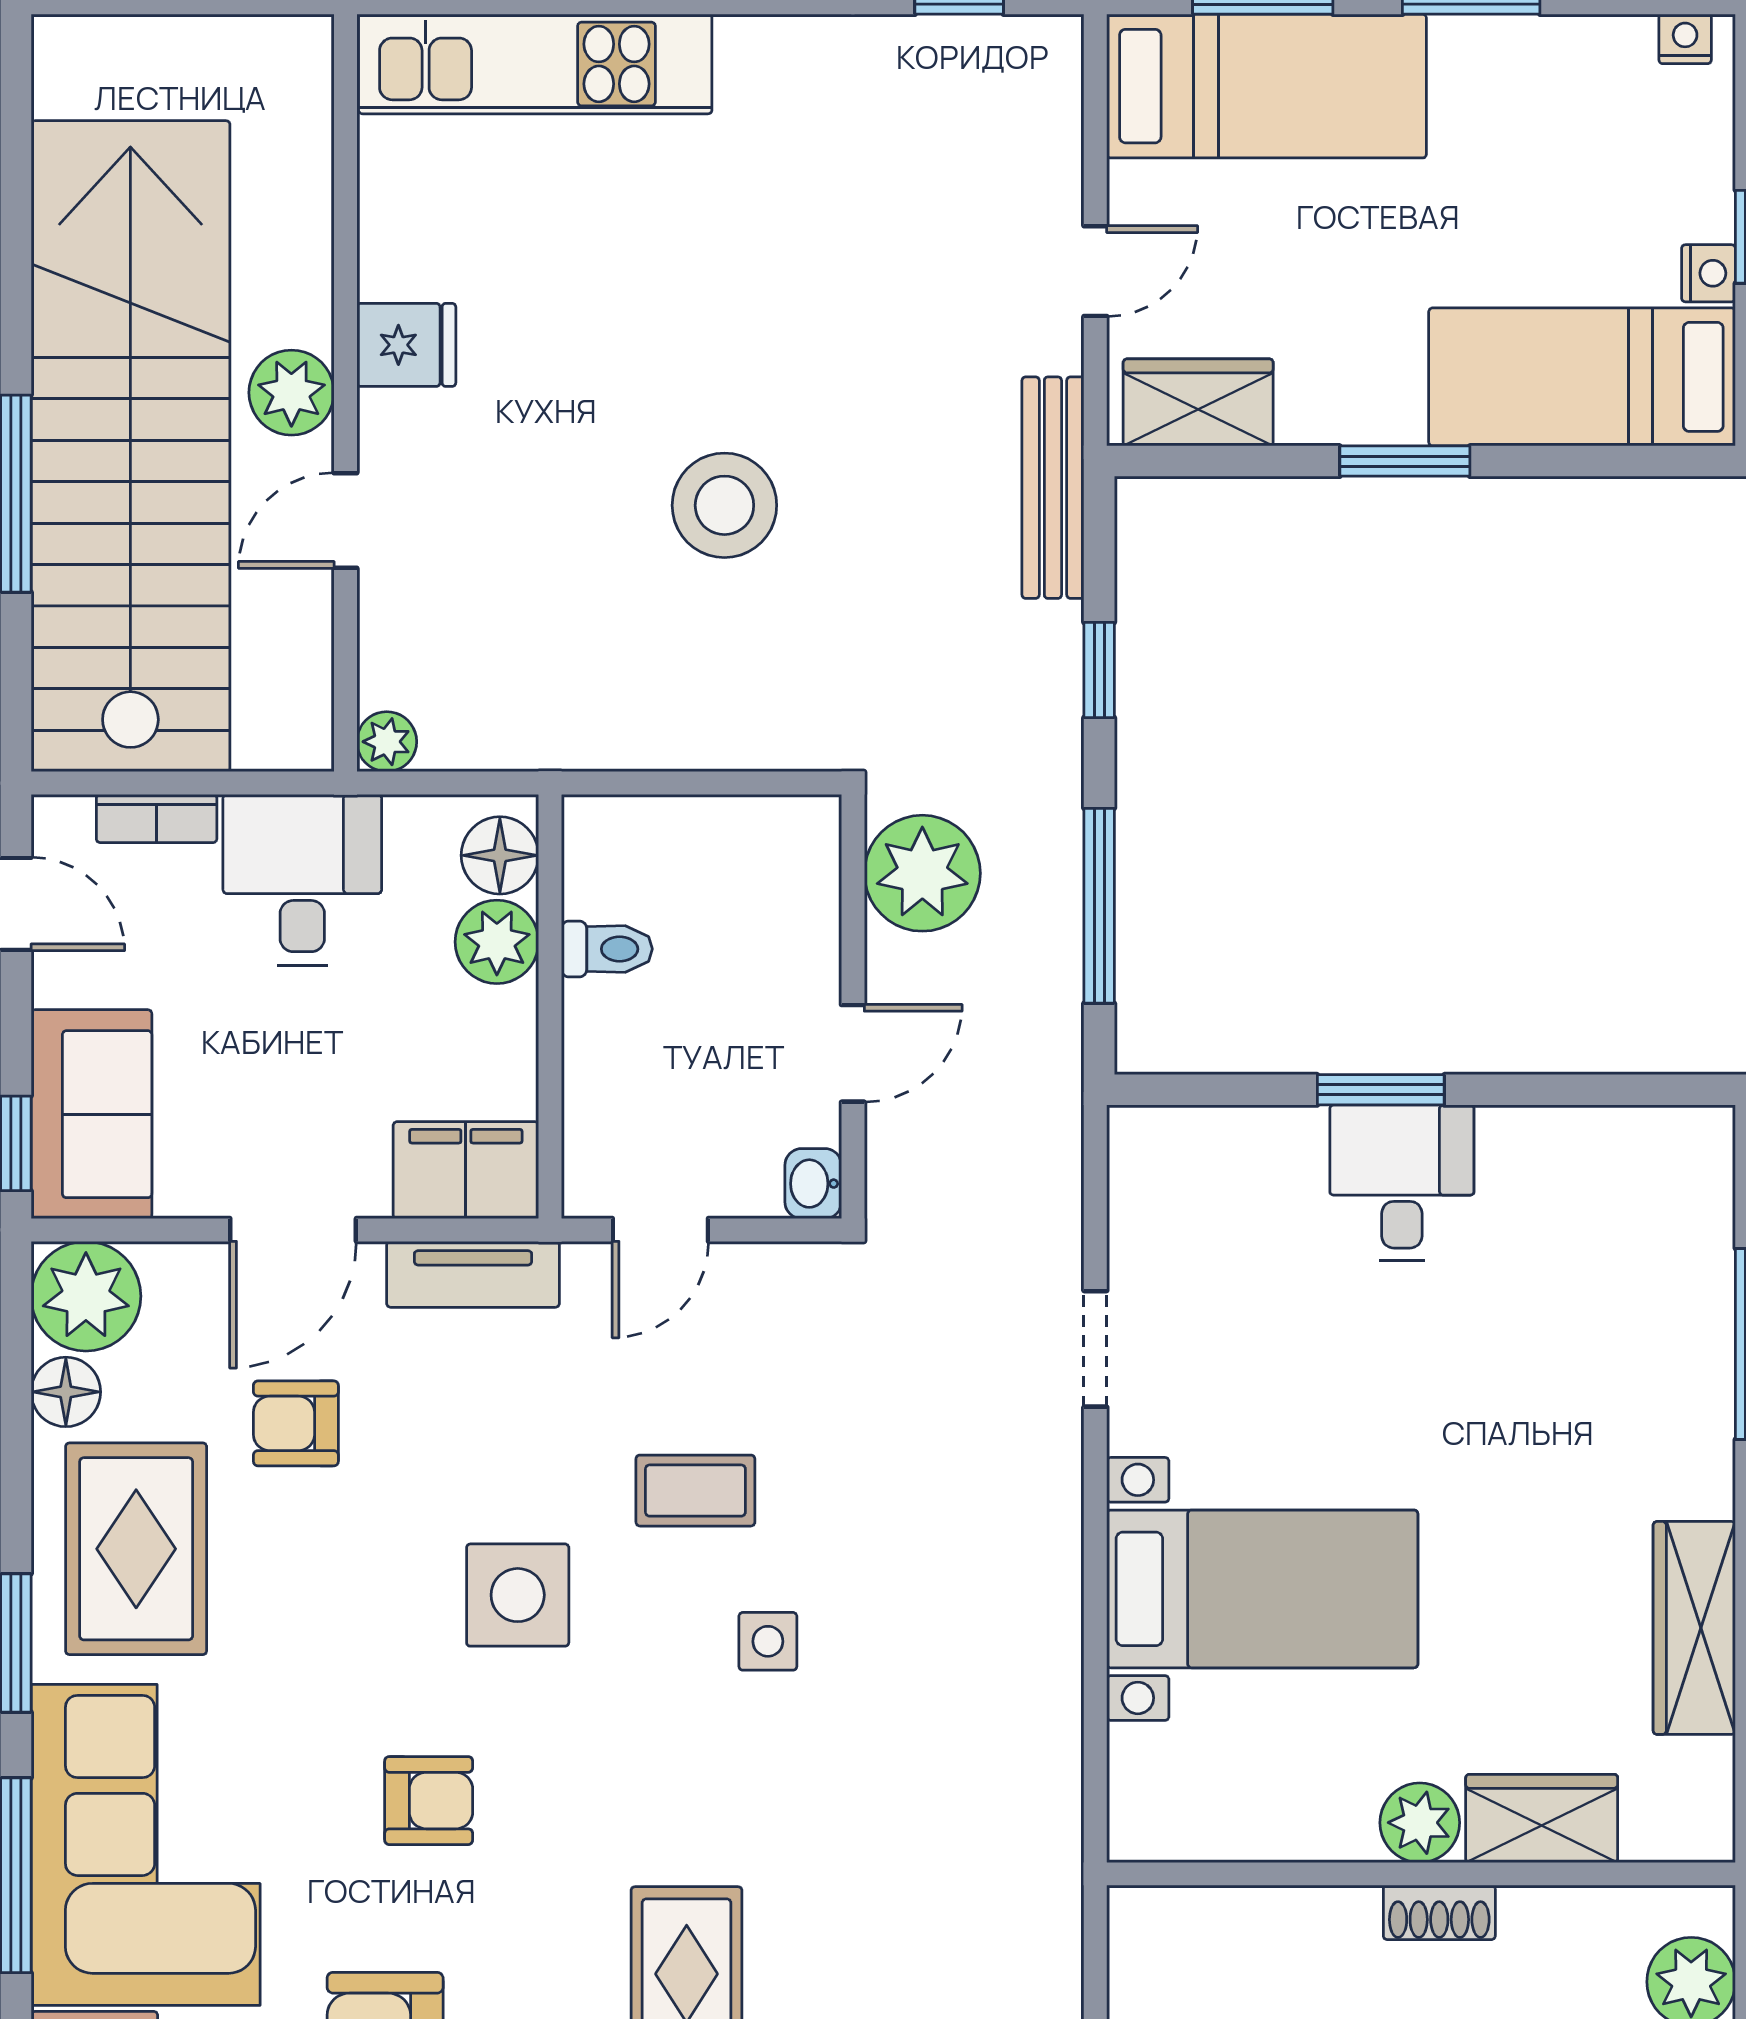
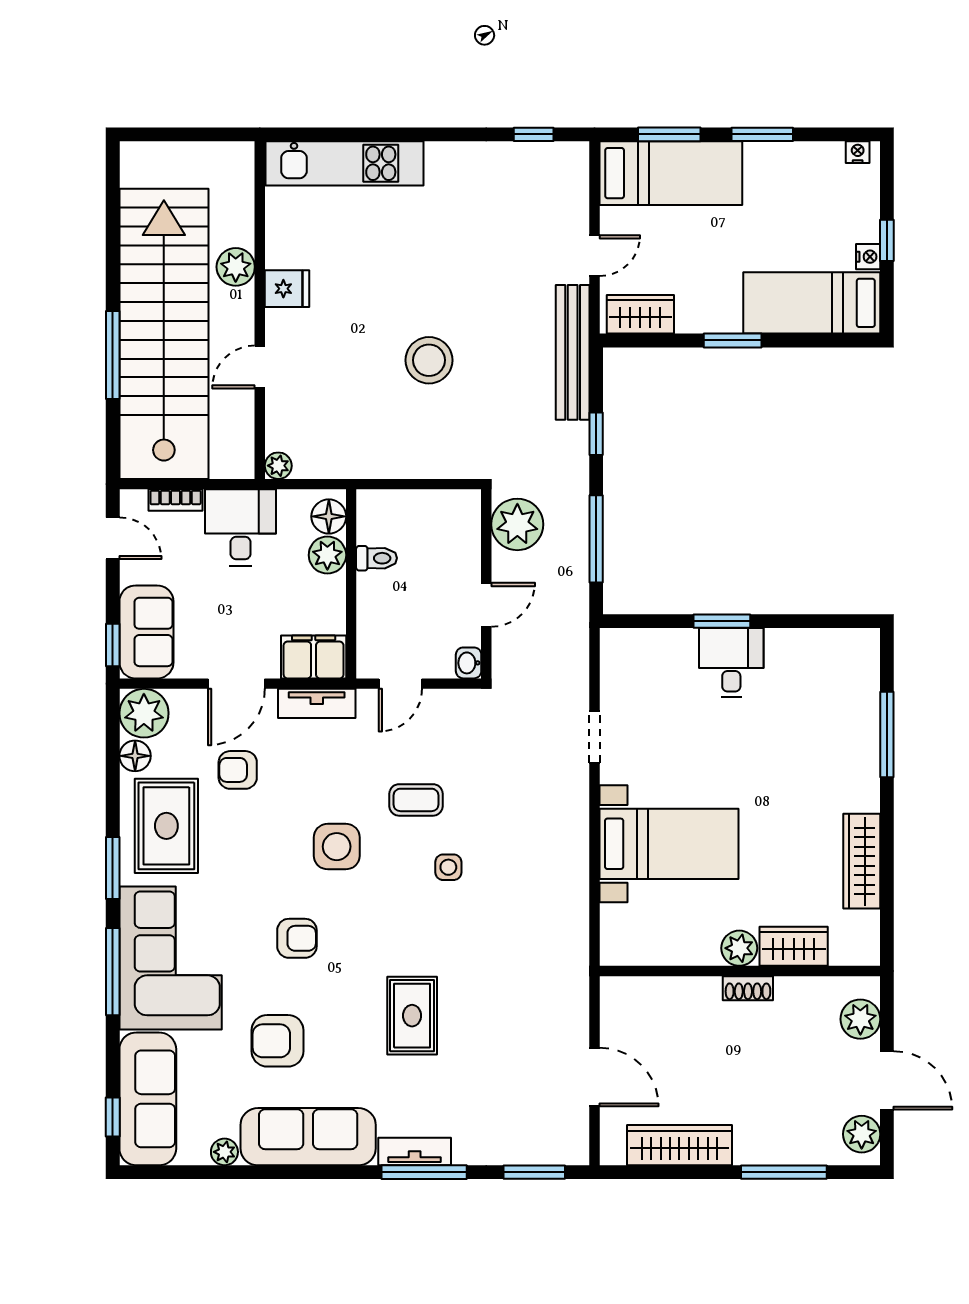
plant: (291, 393) -> (236, 267), moved
bench: (1053, 488) -> (573, 352), width x1.37, depth x1.21

